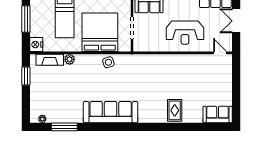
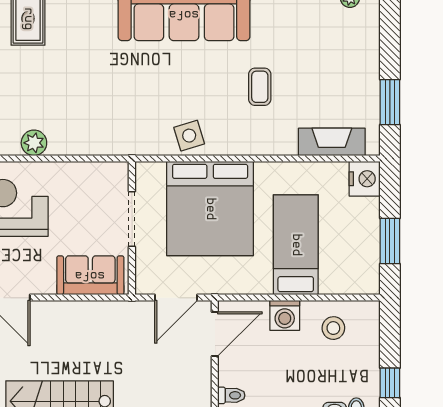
window: (26, 19) -> (390, 241), width x0.69
plant: (70, 59) -> (34, 143), moved
coffee table: (79, 82) -> (260, 87), added

